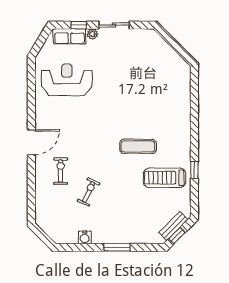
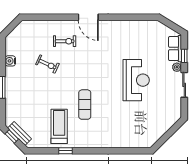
reception desk: (67, 80) -> (136, 80), moved

